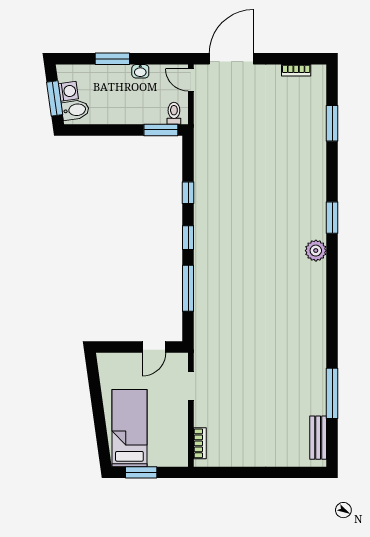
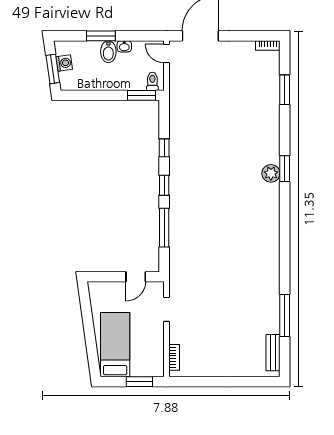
bookcase: (296, 70) -> (268, 45), moved
bidet: (75, 110) -> (108, 52), moved, turned 98
plant: (316, 251) -> (271, 173), moved
window: (141, 472) -> (139, 382), moved

